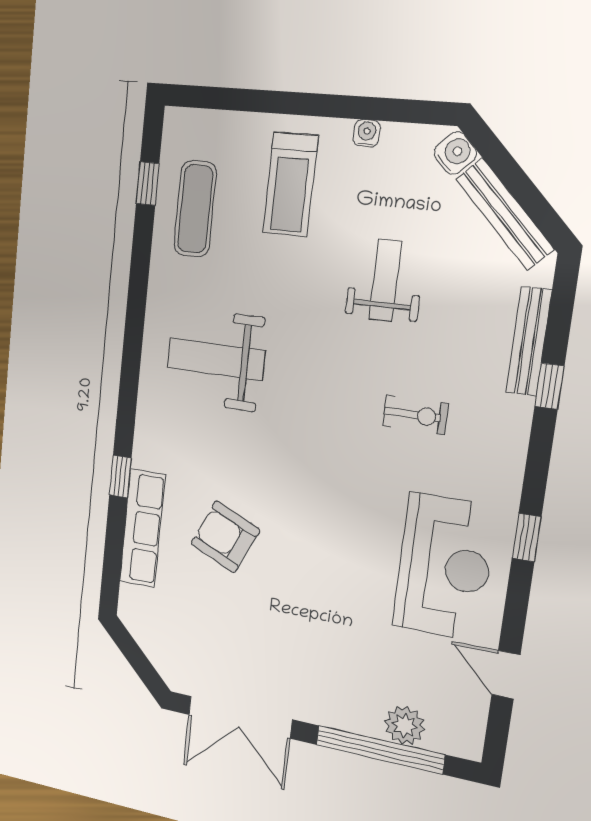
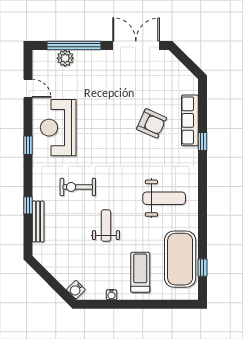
exercise mat: (195, 209) -> (180, 259), width x2.00, depth x1.45
bench: (505, 214) -> (54, 268), removed
weight bench: (385, 281) -> (106, 226), moved, turned 180
exercise bike: (415, 415) -> (78, 187), width x1.38, depth x1.39

